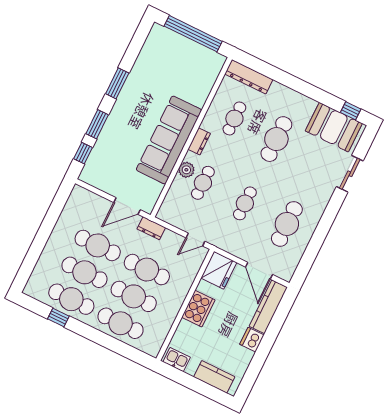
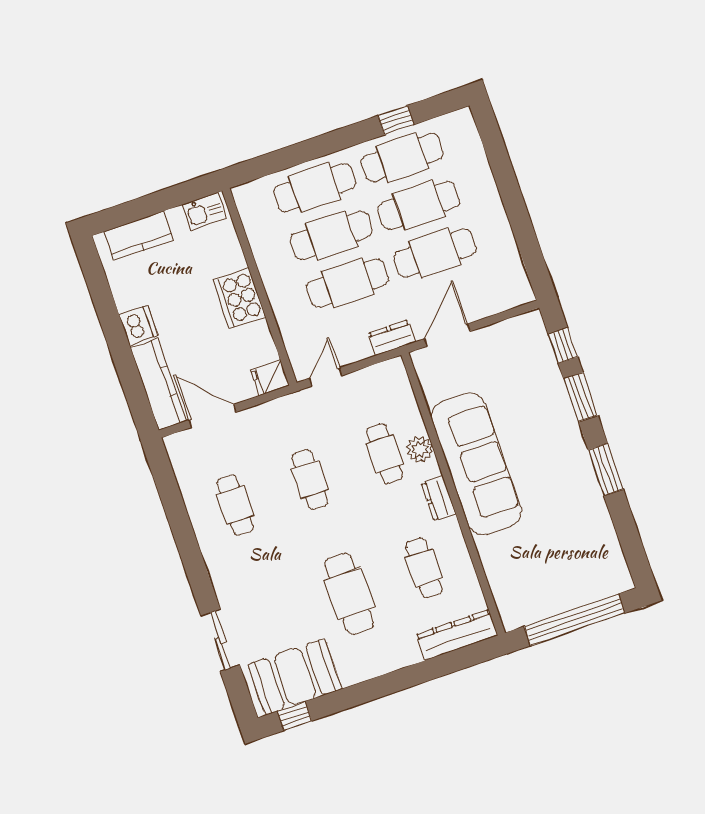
cafe table: (287, 224) -> (235, 505), width x0.73, depth x0.74
fridge: (219, 270) -> (270, 378), width x0.53, depth x0.75

